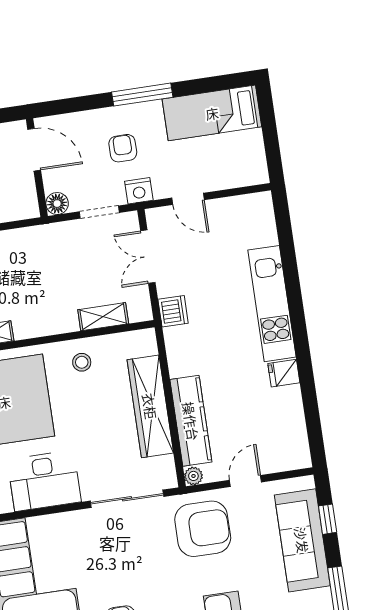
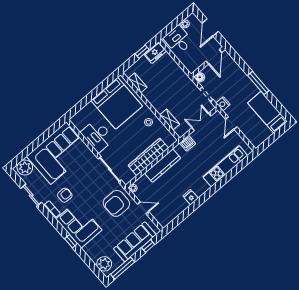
armchair: (123, 148) -> (235, 88), removed
kitchen unit: (272, 304) -> (225, 166), moved
kitchen counter: (191, 421) -> (163, 166), moved
armchair: (203, 529) -> (116, 203), turned 90

